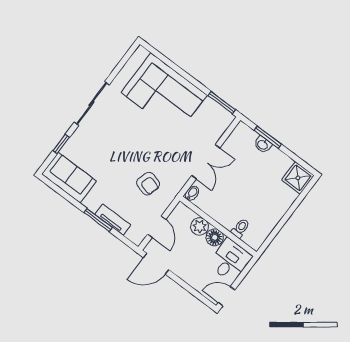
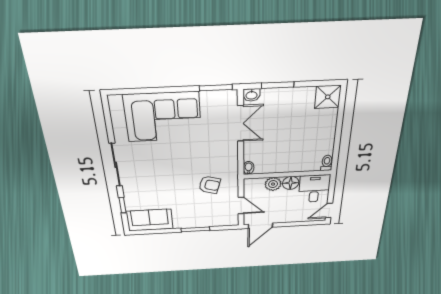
washbasin: (263, 145) -> (252, 95), moved
double door: (206, 162) -> (241, 124), moved
tv unit: (113, 220) -> (205, 222), removed
toilet: (240, 228) -> (327, 163), moved

